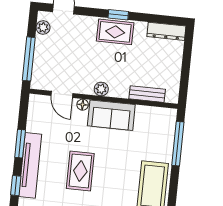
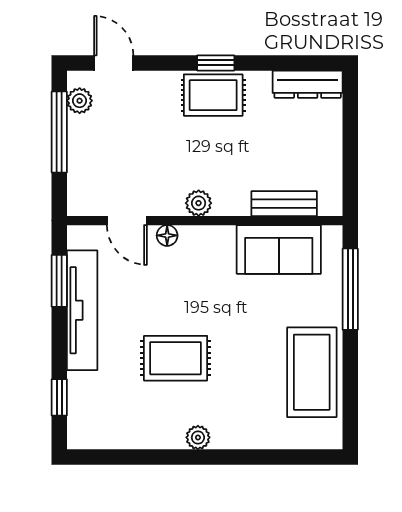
window: (29, 59) -> (59, 132), moved
sofa: (111, 115) -> (279, 249), moved
window: (20, 144) -> (59, 281), moved
tv unit: (30, 165) -> (82, 310), moved
rug: (80, 171) -> (176, 358), turned 90

